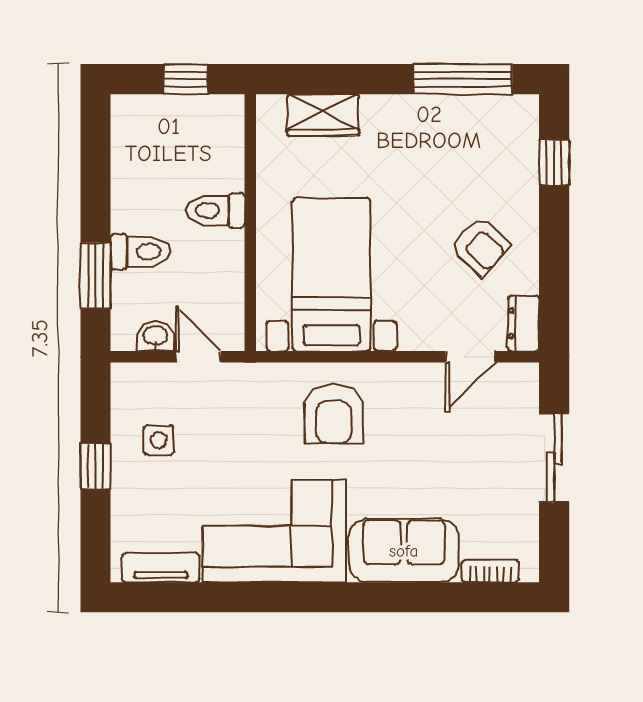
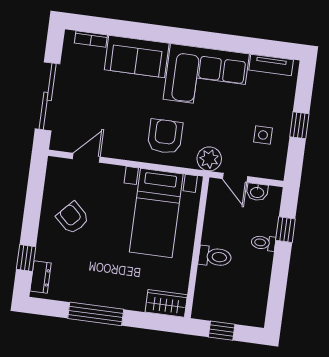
window: (463, 79) -> (96, 314), moved
wardrobe: (323, 115) -> (166, 303), moved
toilet: (140, 252) -> (263, 243), width x0.73, depth x0.72
window: (96, 276) -> (285, 230), width x0.67
dresser: (523, 323) -> (41, 277), moved
plant: (249, 384) -> (209, 159), added
sliding door: (554, 458) -> (48, 96), width x1.37

